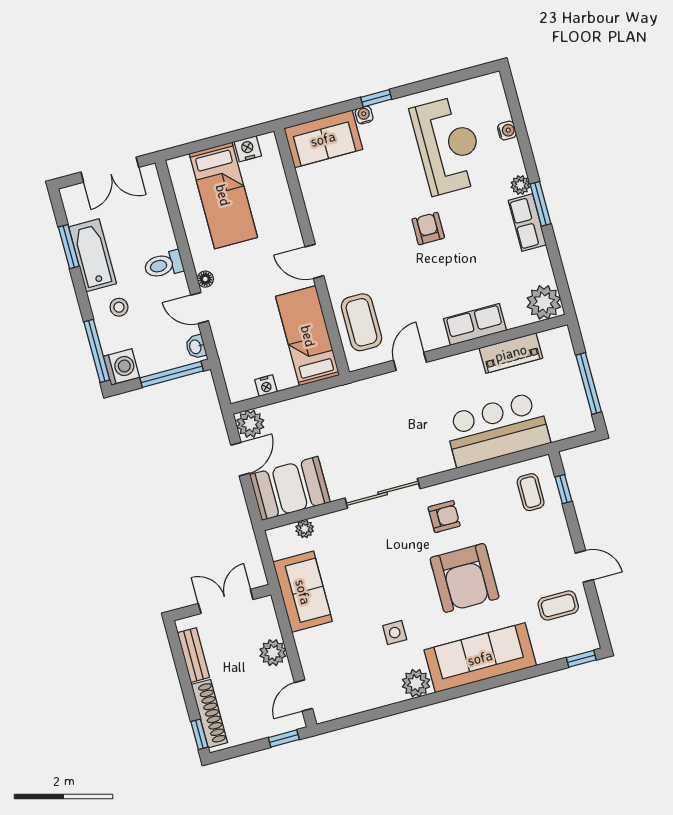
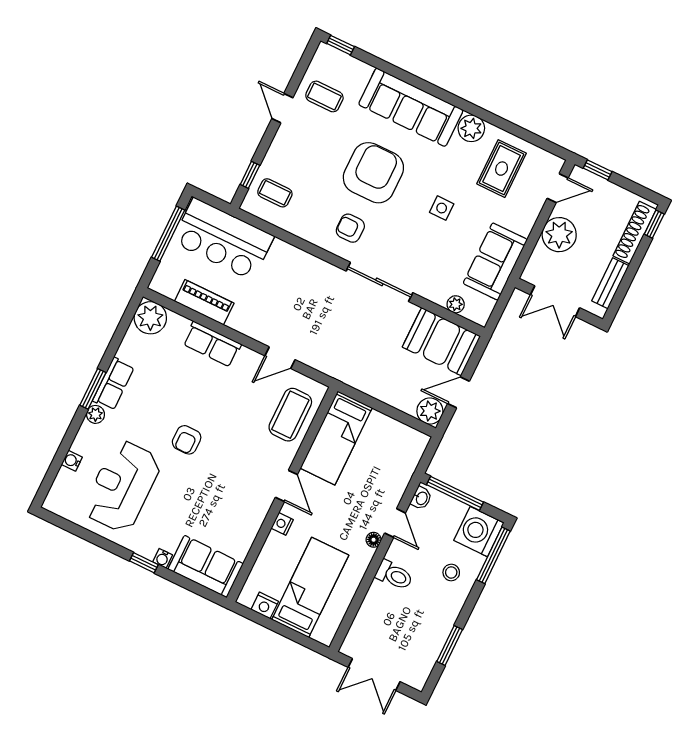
double door: (110, 170) -> (374, 675), swing flipped
bathtub: (93, 255) -> (438, 625), removed
washing machine: (121, 367) -> (479, 532), width x1.37, depth x1.37
nightstand: (266, 386) -> (282, 524), moved, turned -90
bar counter: (497, 430) -> (223, 239), moved
coffee table: (531, 492) -> (275, 193), turned 90
side table: (395, 633) -> (442, 208), moved
plant: (273, 653) -> (559, 235), width x1.36, depth x1.36
rug: (363, 672) -> (502, 169), added

